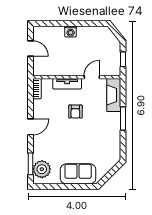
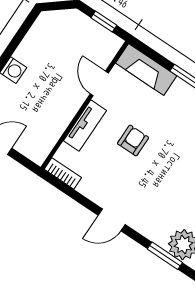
armchair: (75, 112) -> (133, 140), turned -90
door: (31, 127) -> (112, 220), swing flipped

